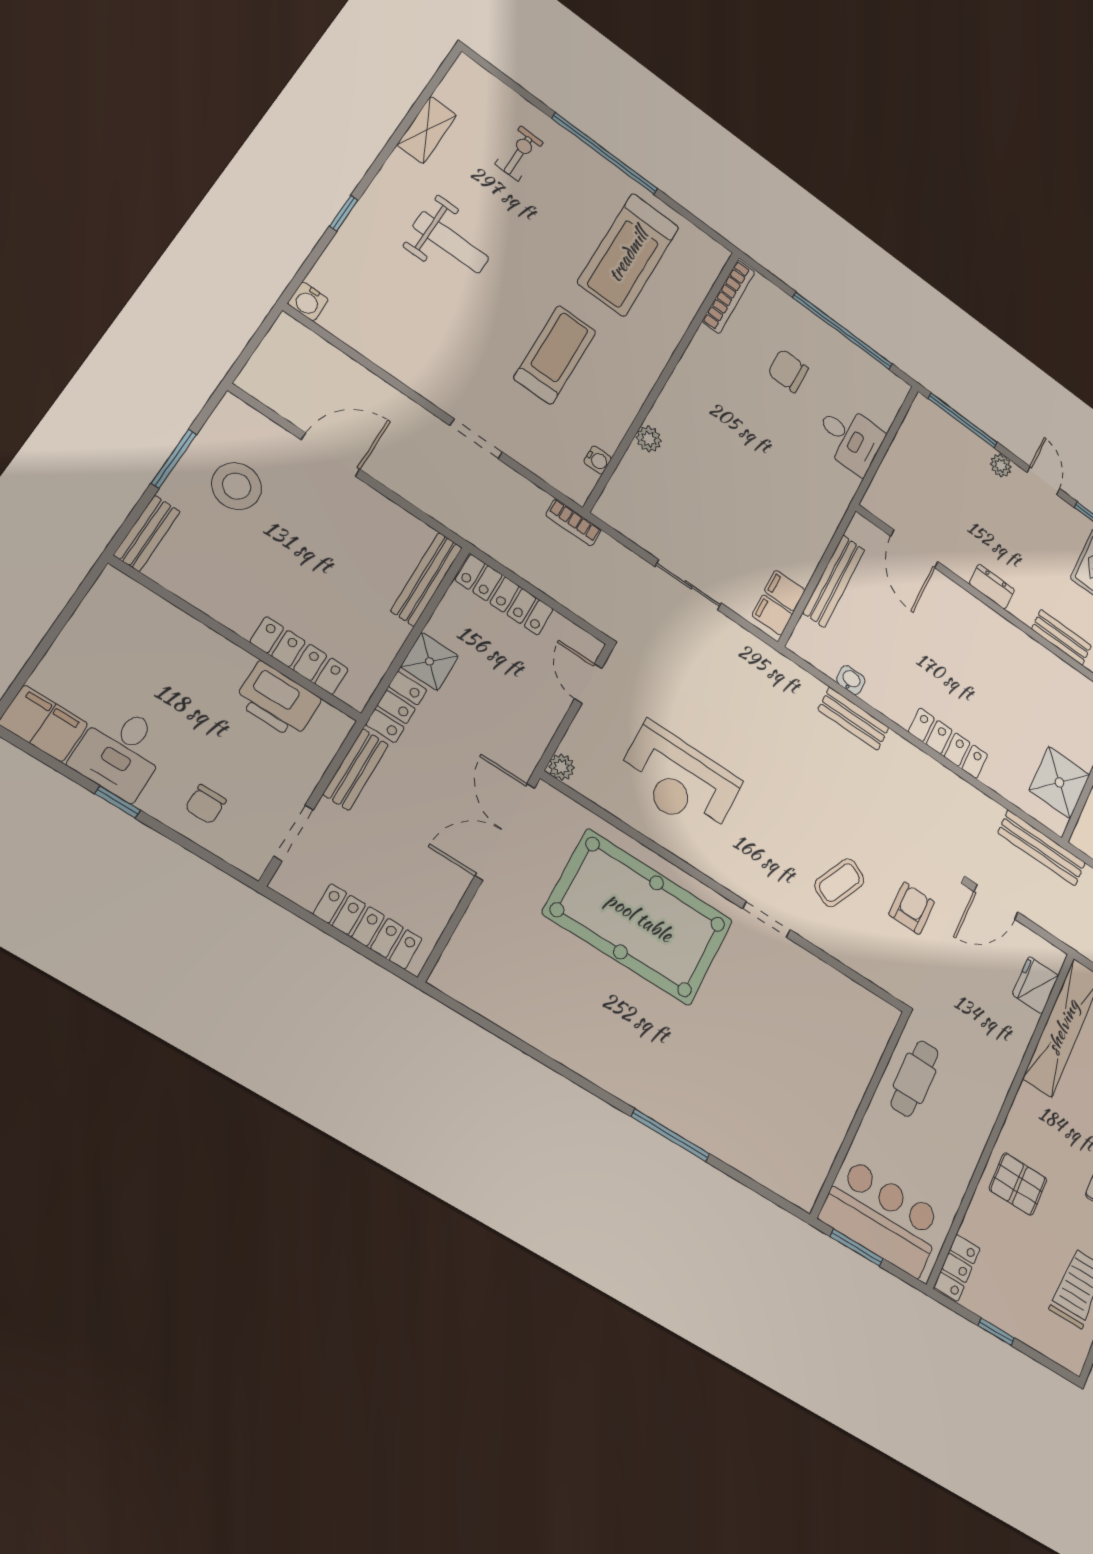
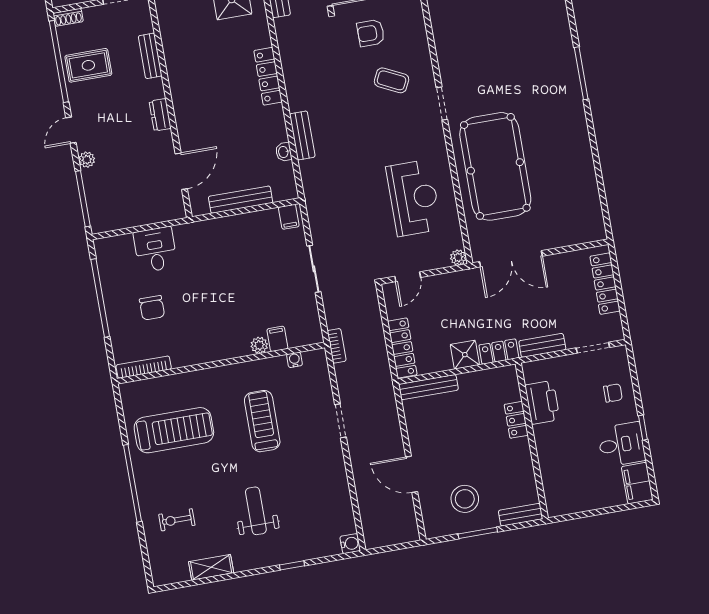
treadmill: (555, 355) -> (262, 421), turned 90
filing cabinet: (785, 591) -> (277, 339), moved, turned 180
locker: (299, 656) -> (516, 420), width x0.66

